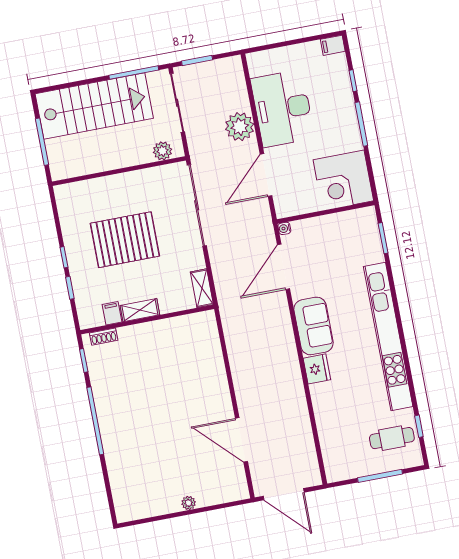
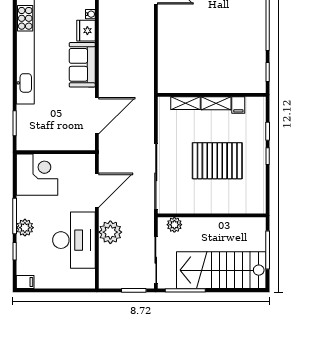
plant: (346, 112) -> (25, 228), added
water cooler: (284, 228) -> (90, 14), moved
shelving: (202, 288) -> (185, 103), moved, turned 90
shoe rack: (104, 337) -> (248, 88), removed

